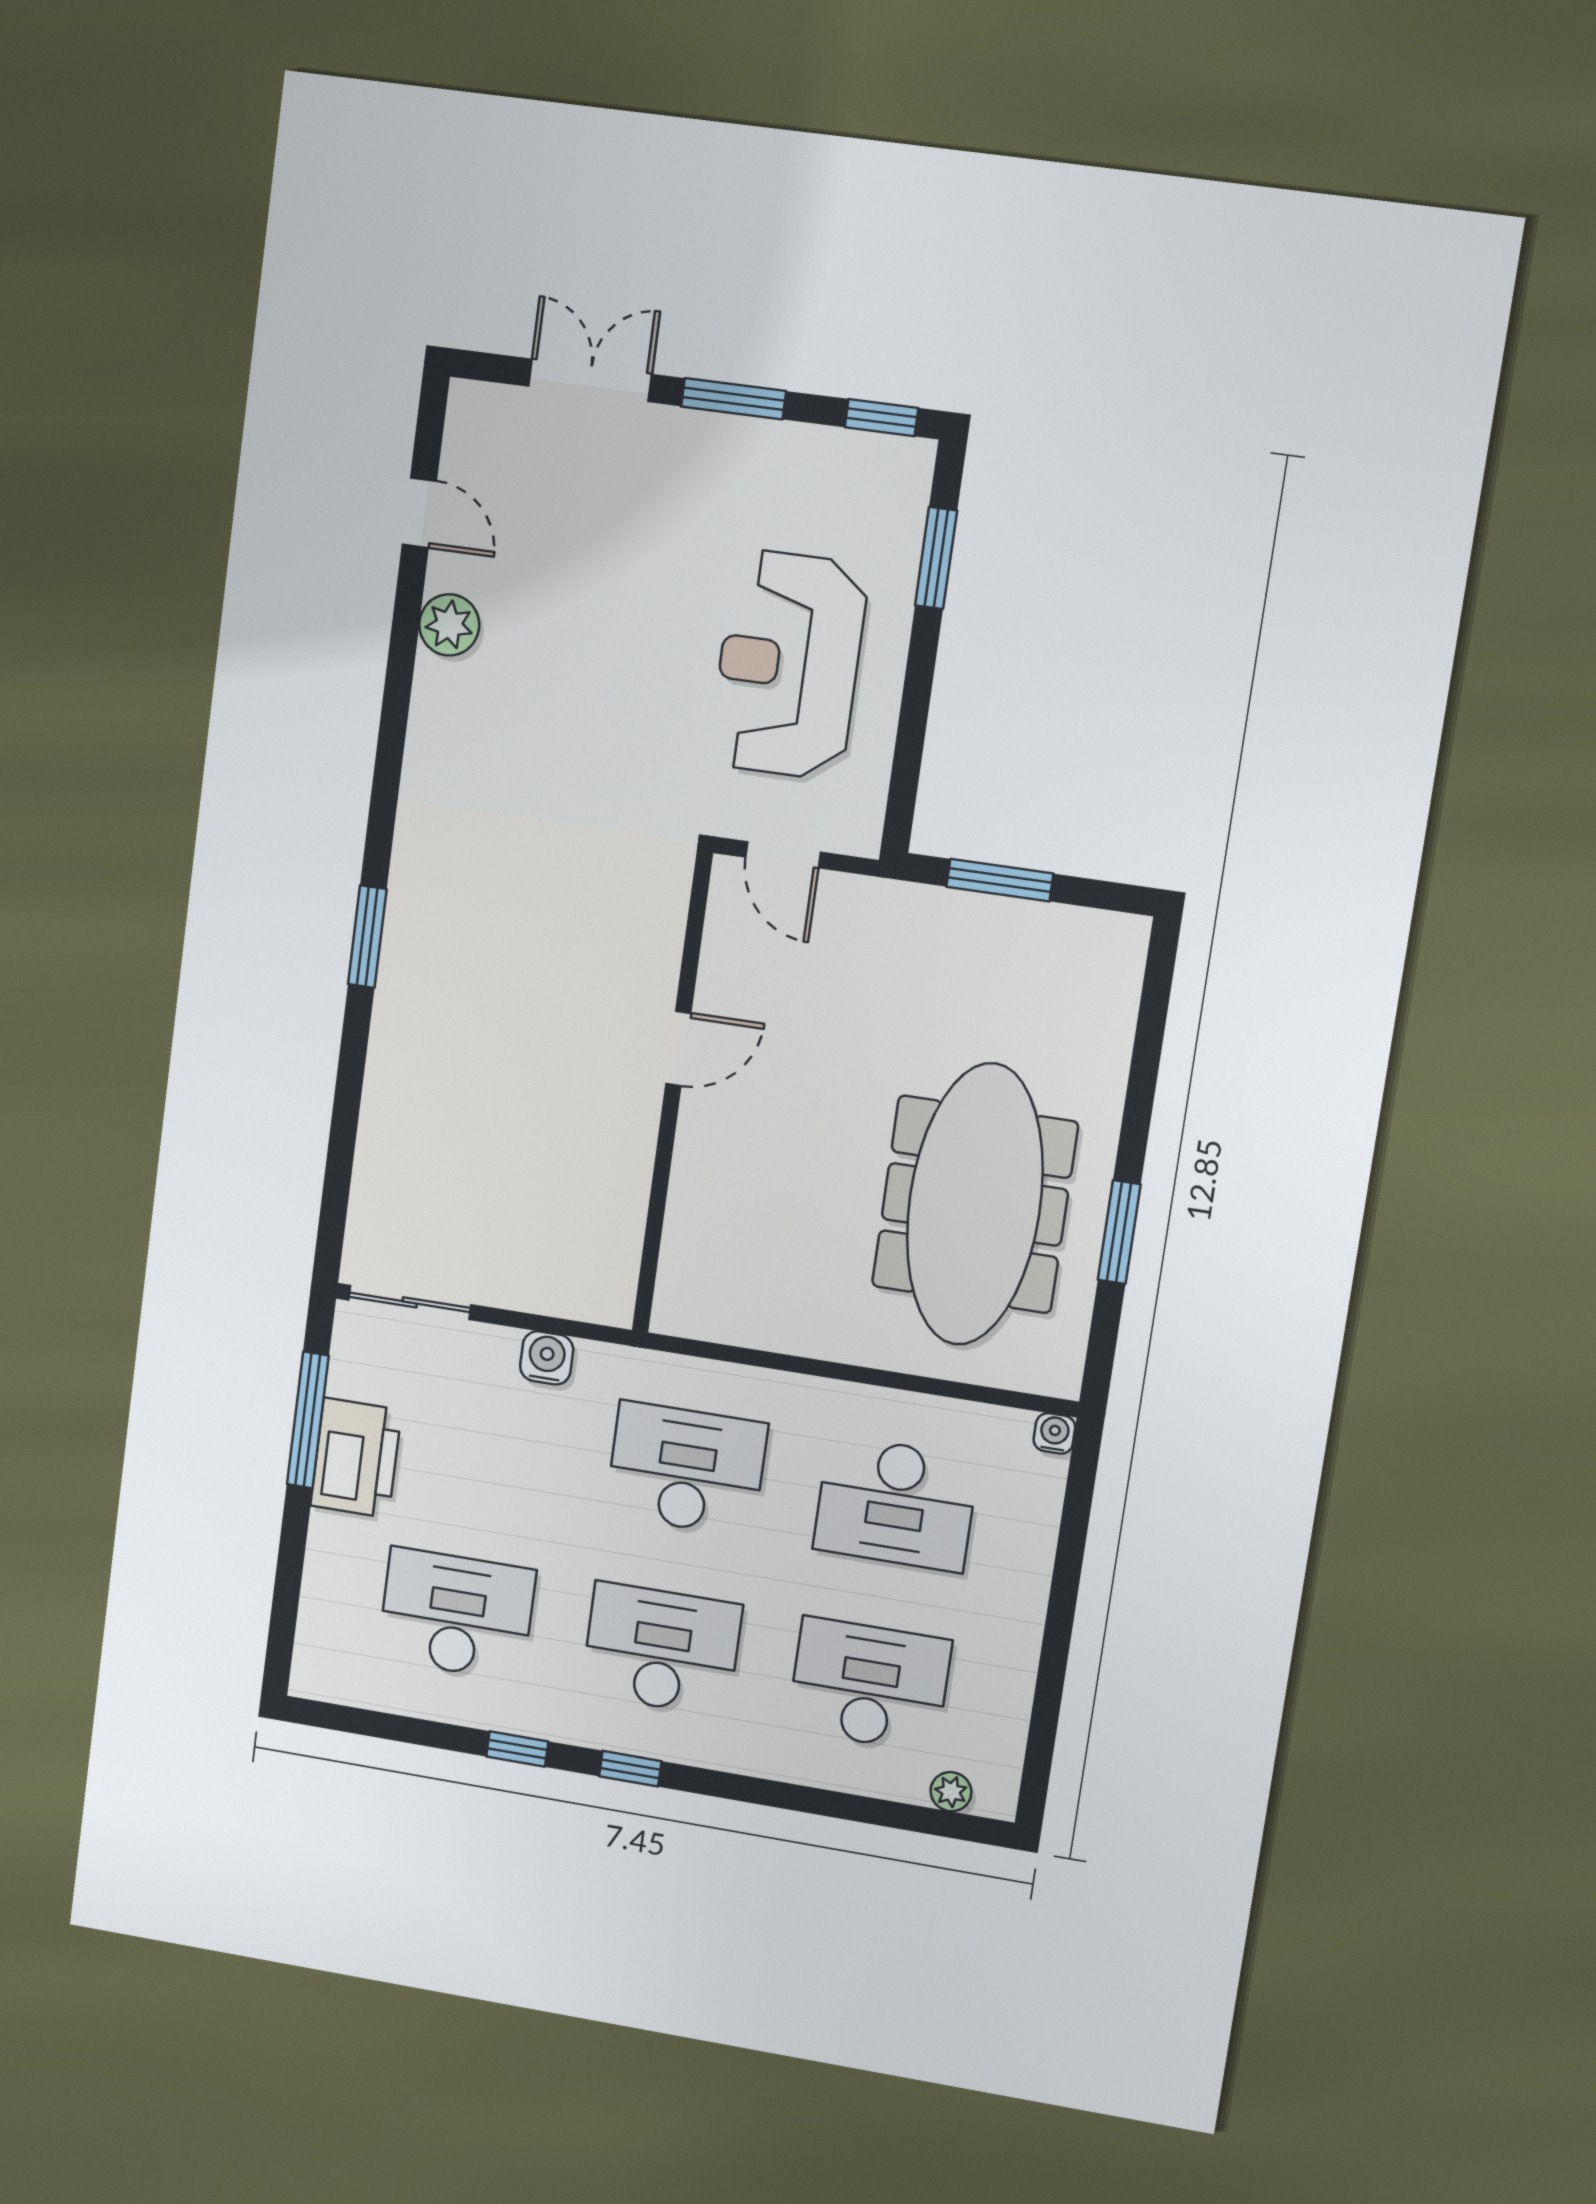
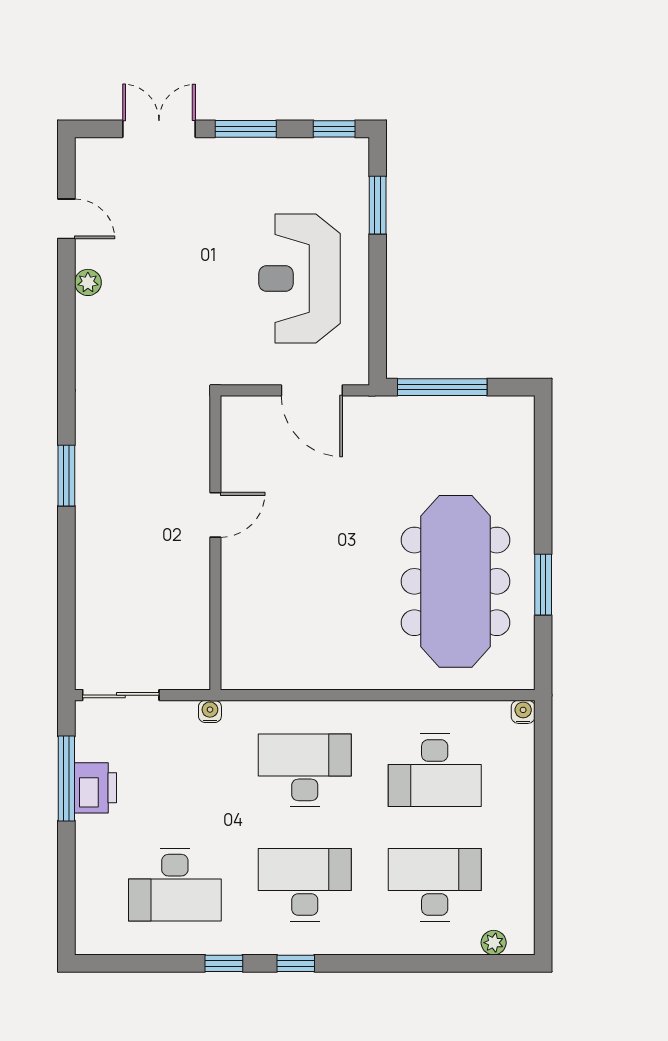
plant: (449, 625) -> (88, 282), width x0.73, depth x0.73
door: (783, 855) -> (312, 390), width x1.38
window: (1000, 880) -> (442, 387), width x1.44
door: (678, 1048) -> (215, 515), moved
wall: (672, 1094) -> (215, 543), moved
water cooler: (547, 1358) -> (210, 711), width x0.72, depth x0.72
printer: (356, 1458) -> (96, 788), width x0.73, depth x0.84
desk: (457, 1614) -> (175, 885), turned 180

